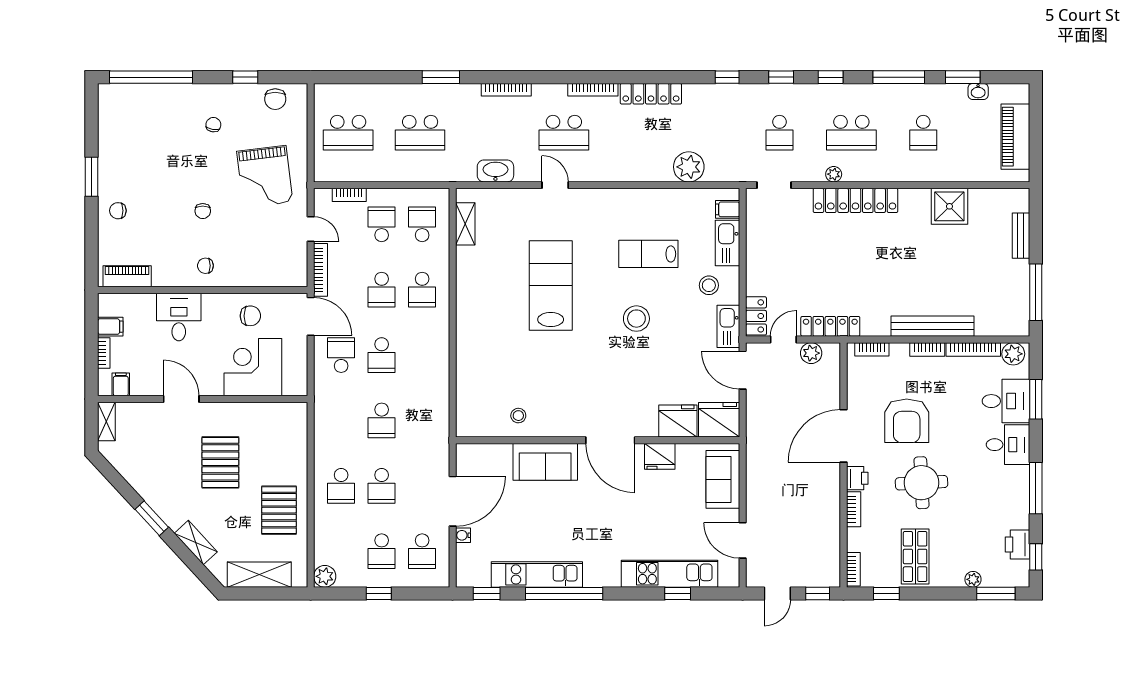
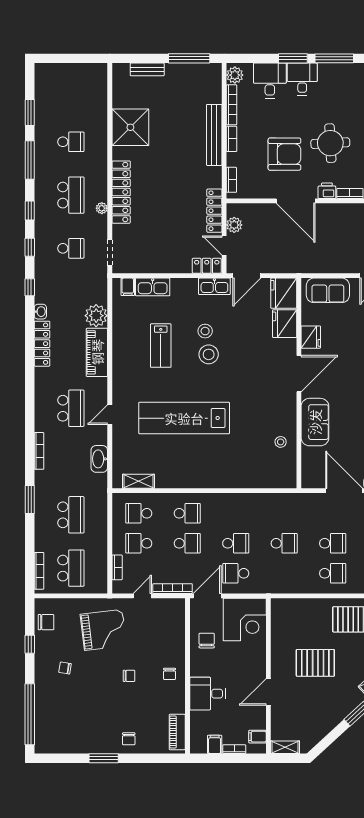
bookcase: (593, 90) -> (39, 571), moved
washbasin: (978, 91) -> (40, 312), moved
piano: (1015, 137) -> (97, 352), moved, turned 90
shower: (949, 206) -> (130, 127), width x1.37, depth x1.37
lab bench: (551, 285) -> (184, 418), width x1.36
stool: (709, 285) -> (205, 331), moved
corner desk: (253, 367) -> (245, 619), moved, turned -90
window: (1036, 399) -> (293, 58), moved

